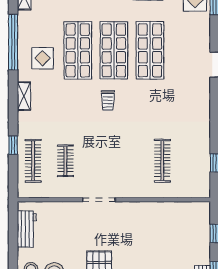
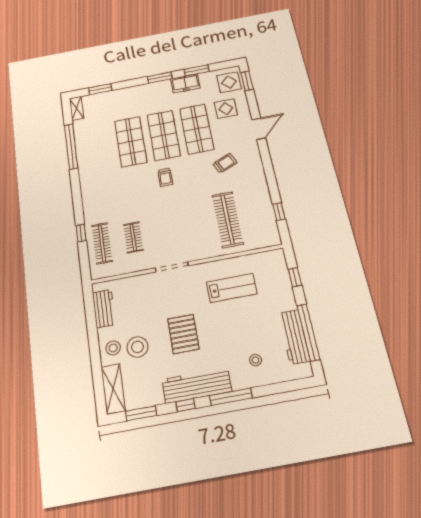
display table: (43, 58) -> (226, 109), moved
shelving: (24, 96) -> (86, 189), removed
trolley: (172, 97) -> (225, 163), added
clothes rail: (162, 161) -> (227, 219), width x1.37, depth x1.31
lab bench: (153, 232) -> (232, 288), added

